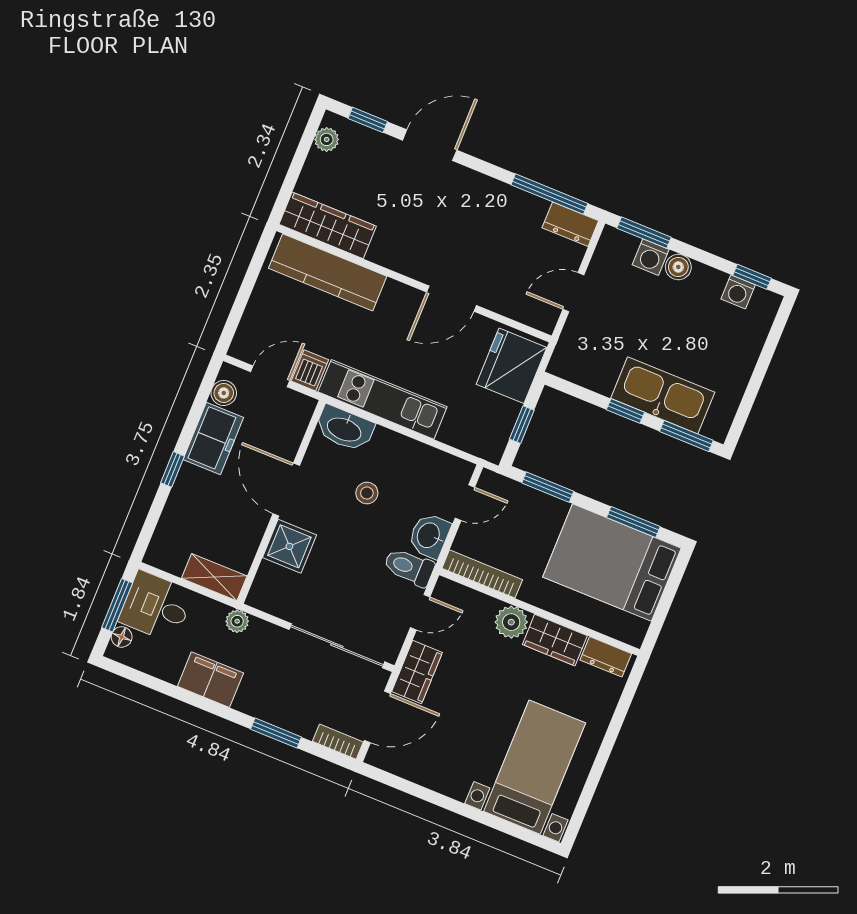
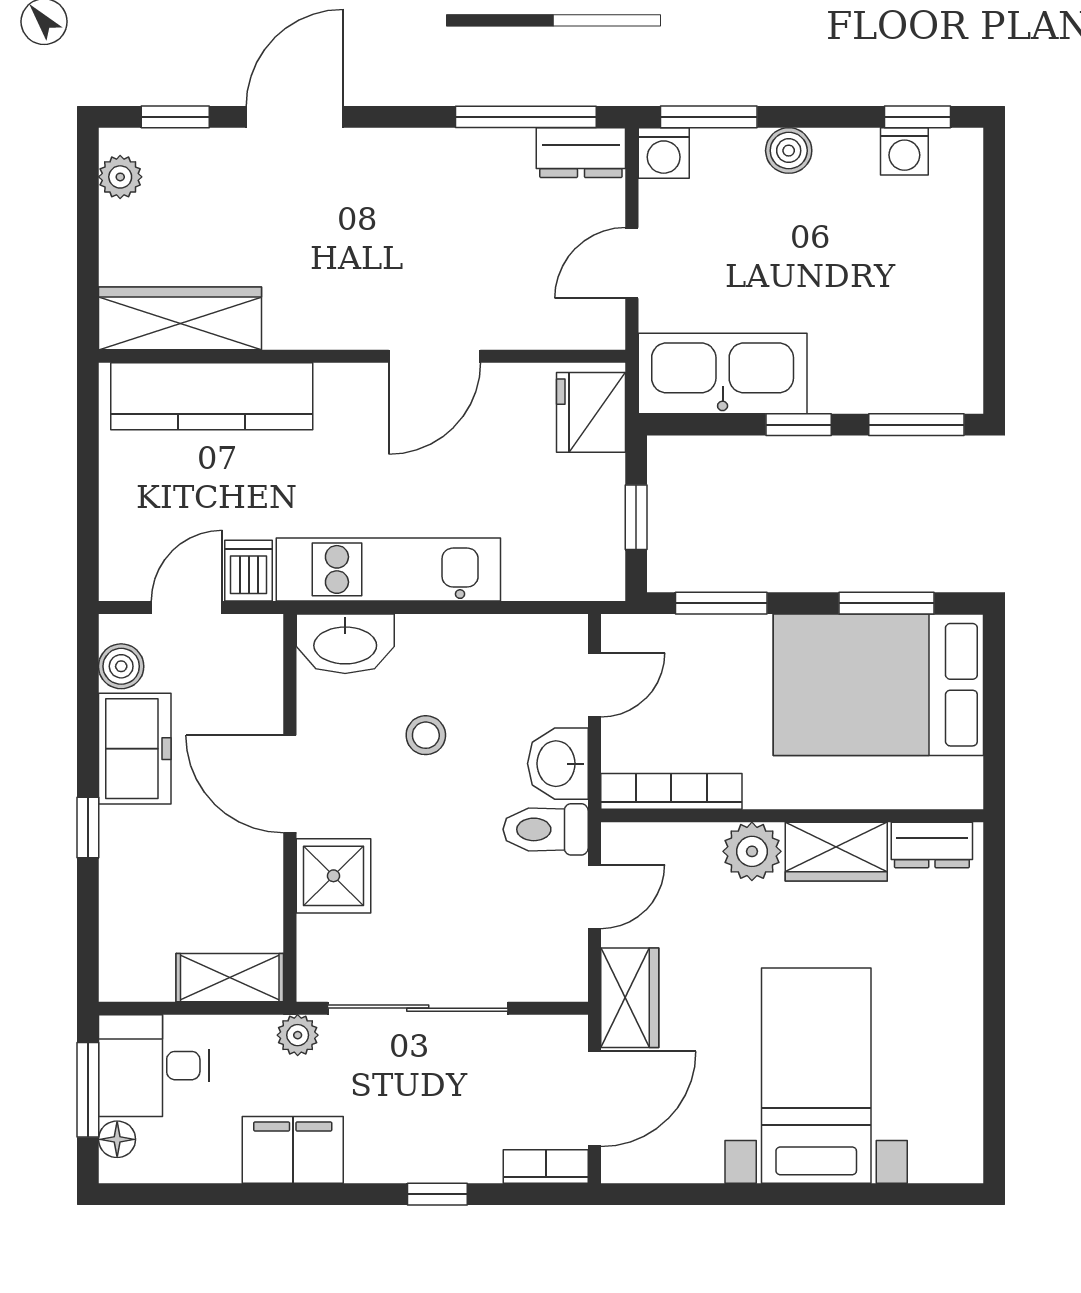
washing machine: (651, 257) -> (664, 153), moved
fridge: (512, 366) -> (591, 412), width x0.73, depth x0.75
kitchen sink: (663, 395) -> (723, 374), moved
sliding door: (337, 646) -> (418, 1008), moved
window: (276, 733) -> (437, 1194), width x0.67
bed with nightstands: (535, 767) -> (816, 1076), moved

